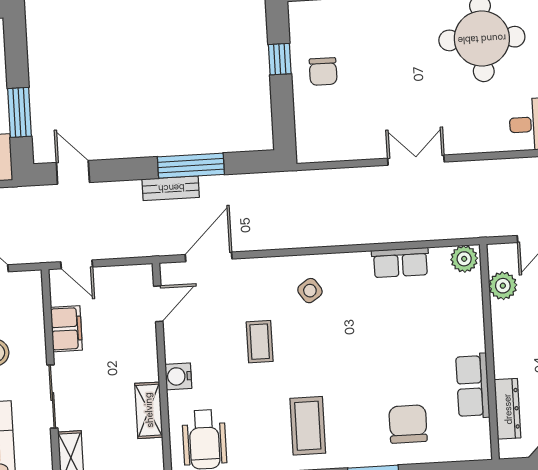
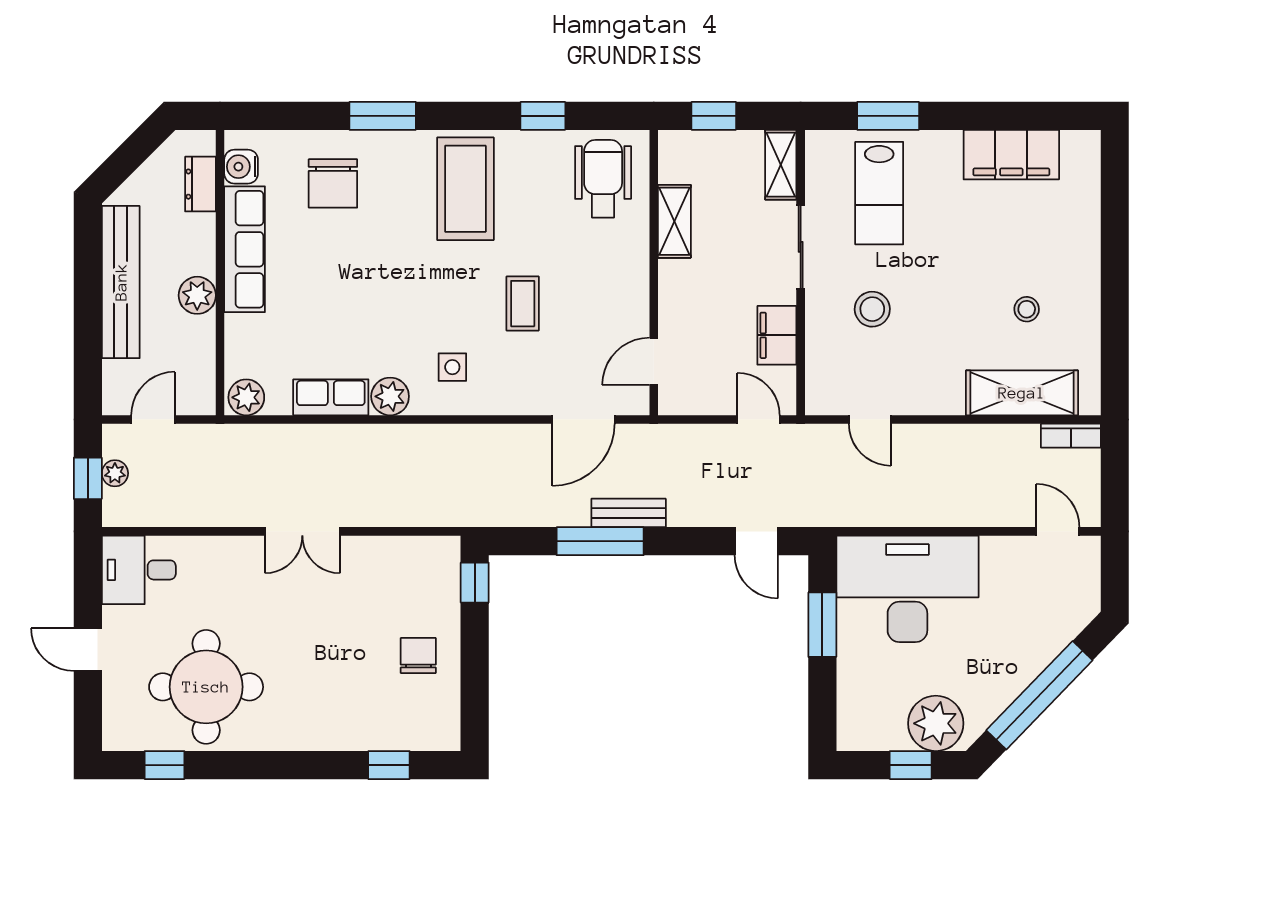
window: (280, 59) -> (475, 583), moved
plant: (356, 266) -> (390, 396), added
plant: (503, 286) -> (197, 295), moved
side table: (310, 291) -> (452, 367), turned 34
water cooler: (178, 376) -> (241, 167), moved, turned 180
row of seats: (473, 386) -> (245, 249), width x1.48
dresser: (508, 409) -> (200, 184), width x0.70
coffee table: (308, 426) -> (465, 189), width x1.36, depth x1.32

